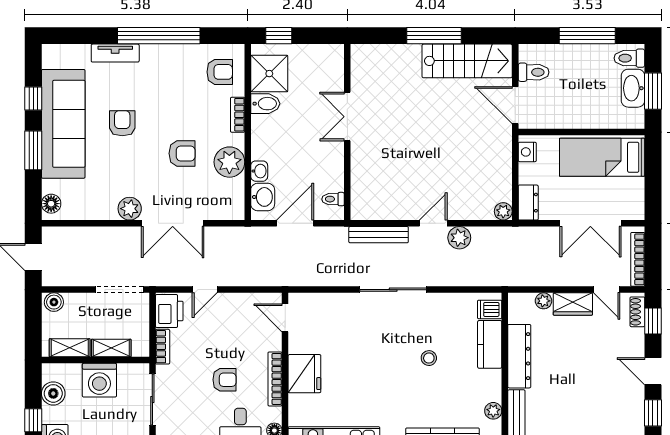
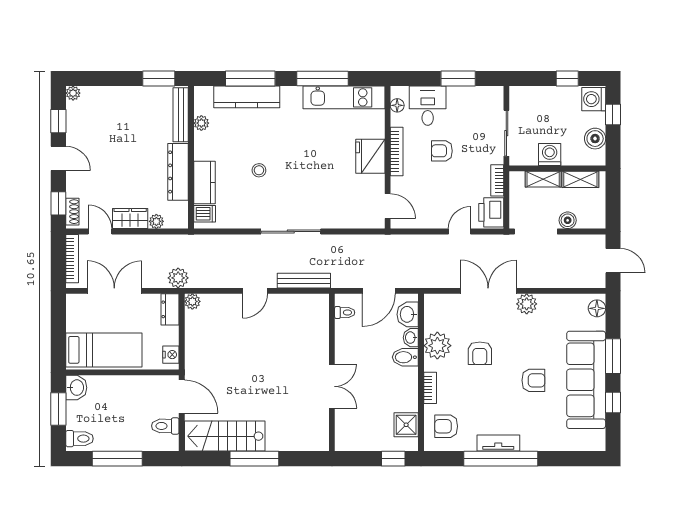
tv unit: (115, 53) -> (498, 443), moved
shower: (269, 74) -> (406, 425), width x0.73, depth x0.73
washbasin: (633, 88) -> (76, 388), moved, width x0.72
bidet: (265, 104) -> (405, 357), moved
armchair: (122, 123) -> (533, 380), turned -90
armchair: (182, 153) -> (480, 353), turned -90
plant: (459, 238) -> (178, 278), moved
boiler: (54, 302) -> (568, 220), moved
washing machine: (99, 380) -> (550, 155), width x0.73, depth x0.73

